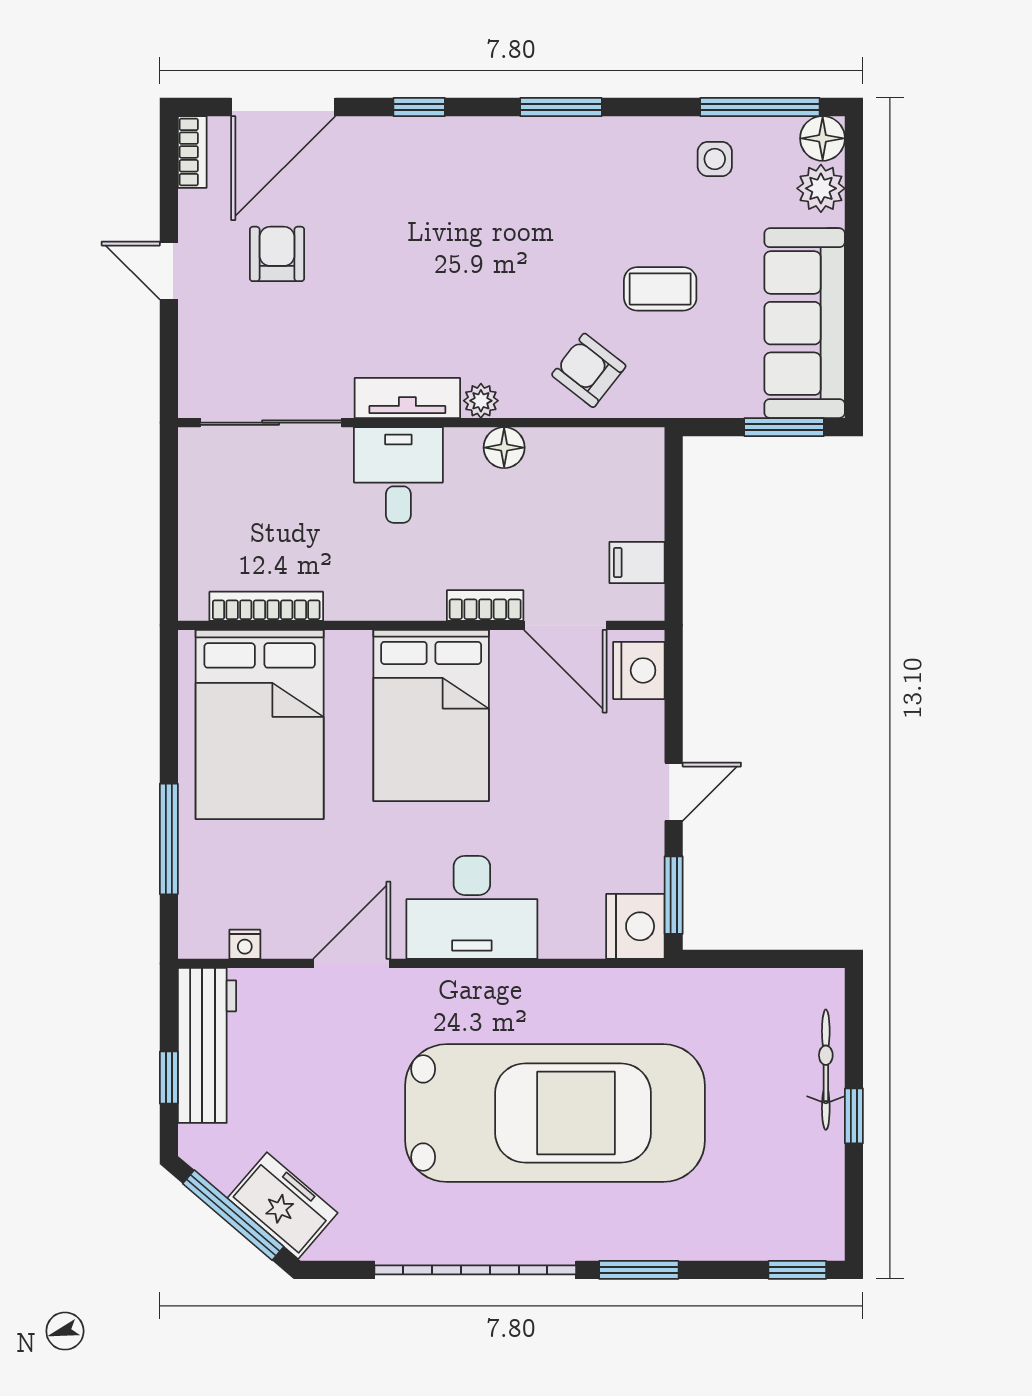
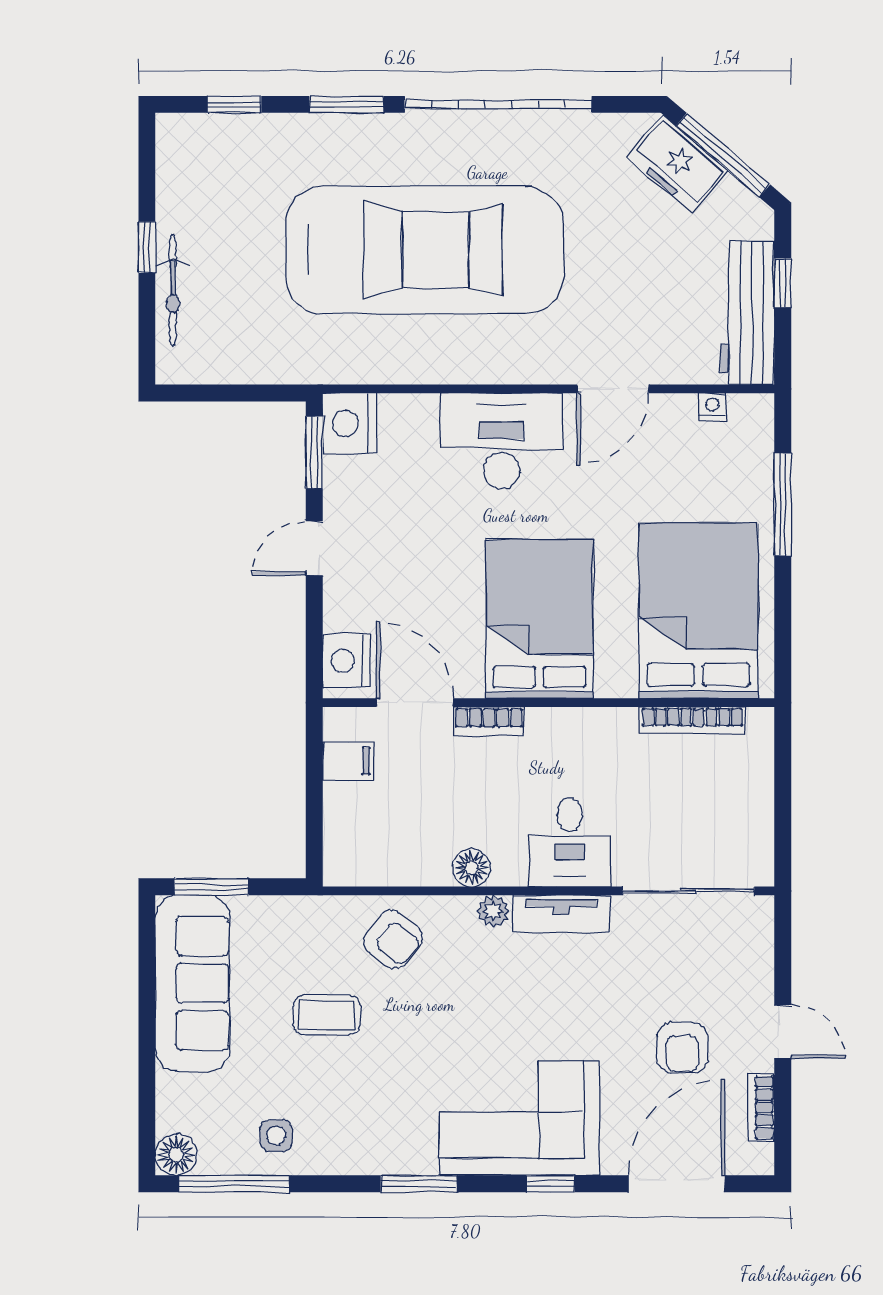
bookcase: (192, 152) -> (761, 1107), moved
corner sofa: (453, 178) -> (519, 1118), added
plant: (821, 188) -> (177, 1108), removed
car: (555, 1113) -> (424, 250), turned 180
window: (797, 1270) -> (234, 104), moved

